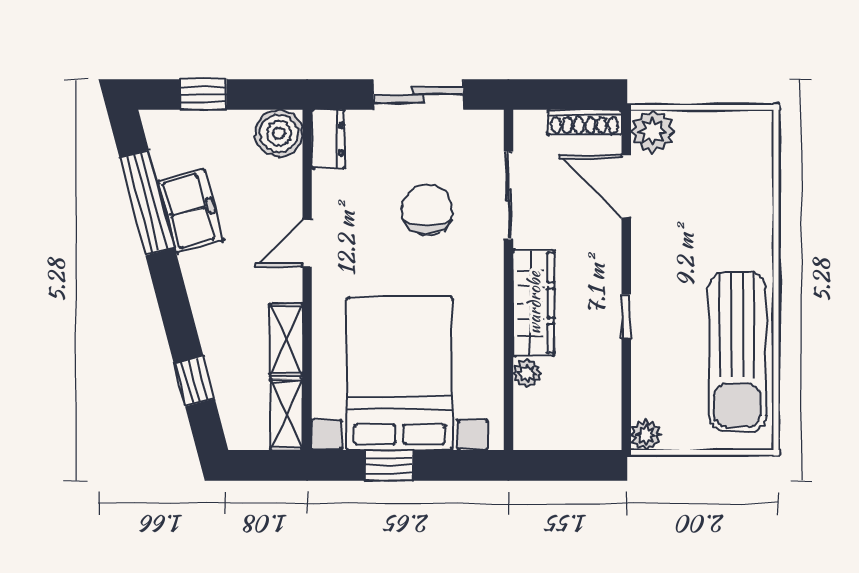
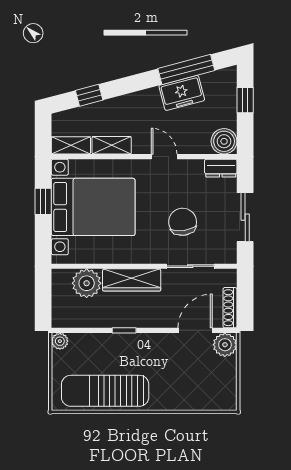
chair: (427, 209) -> (183, 222), turned -97
plant: (527, 373) -> (87, 283), width x1.88, depth x1.88

